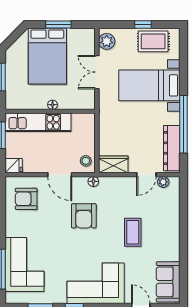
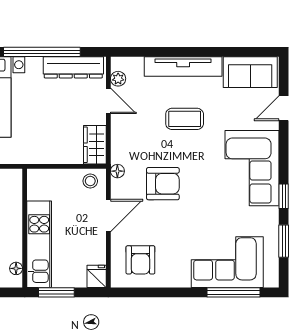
floor lamp: (53, 105) -> (16, 268), moved
tv unit: (172, 231) -> (183, 67), added

